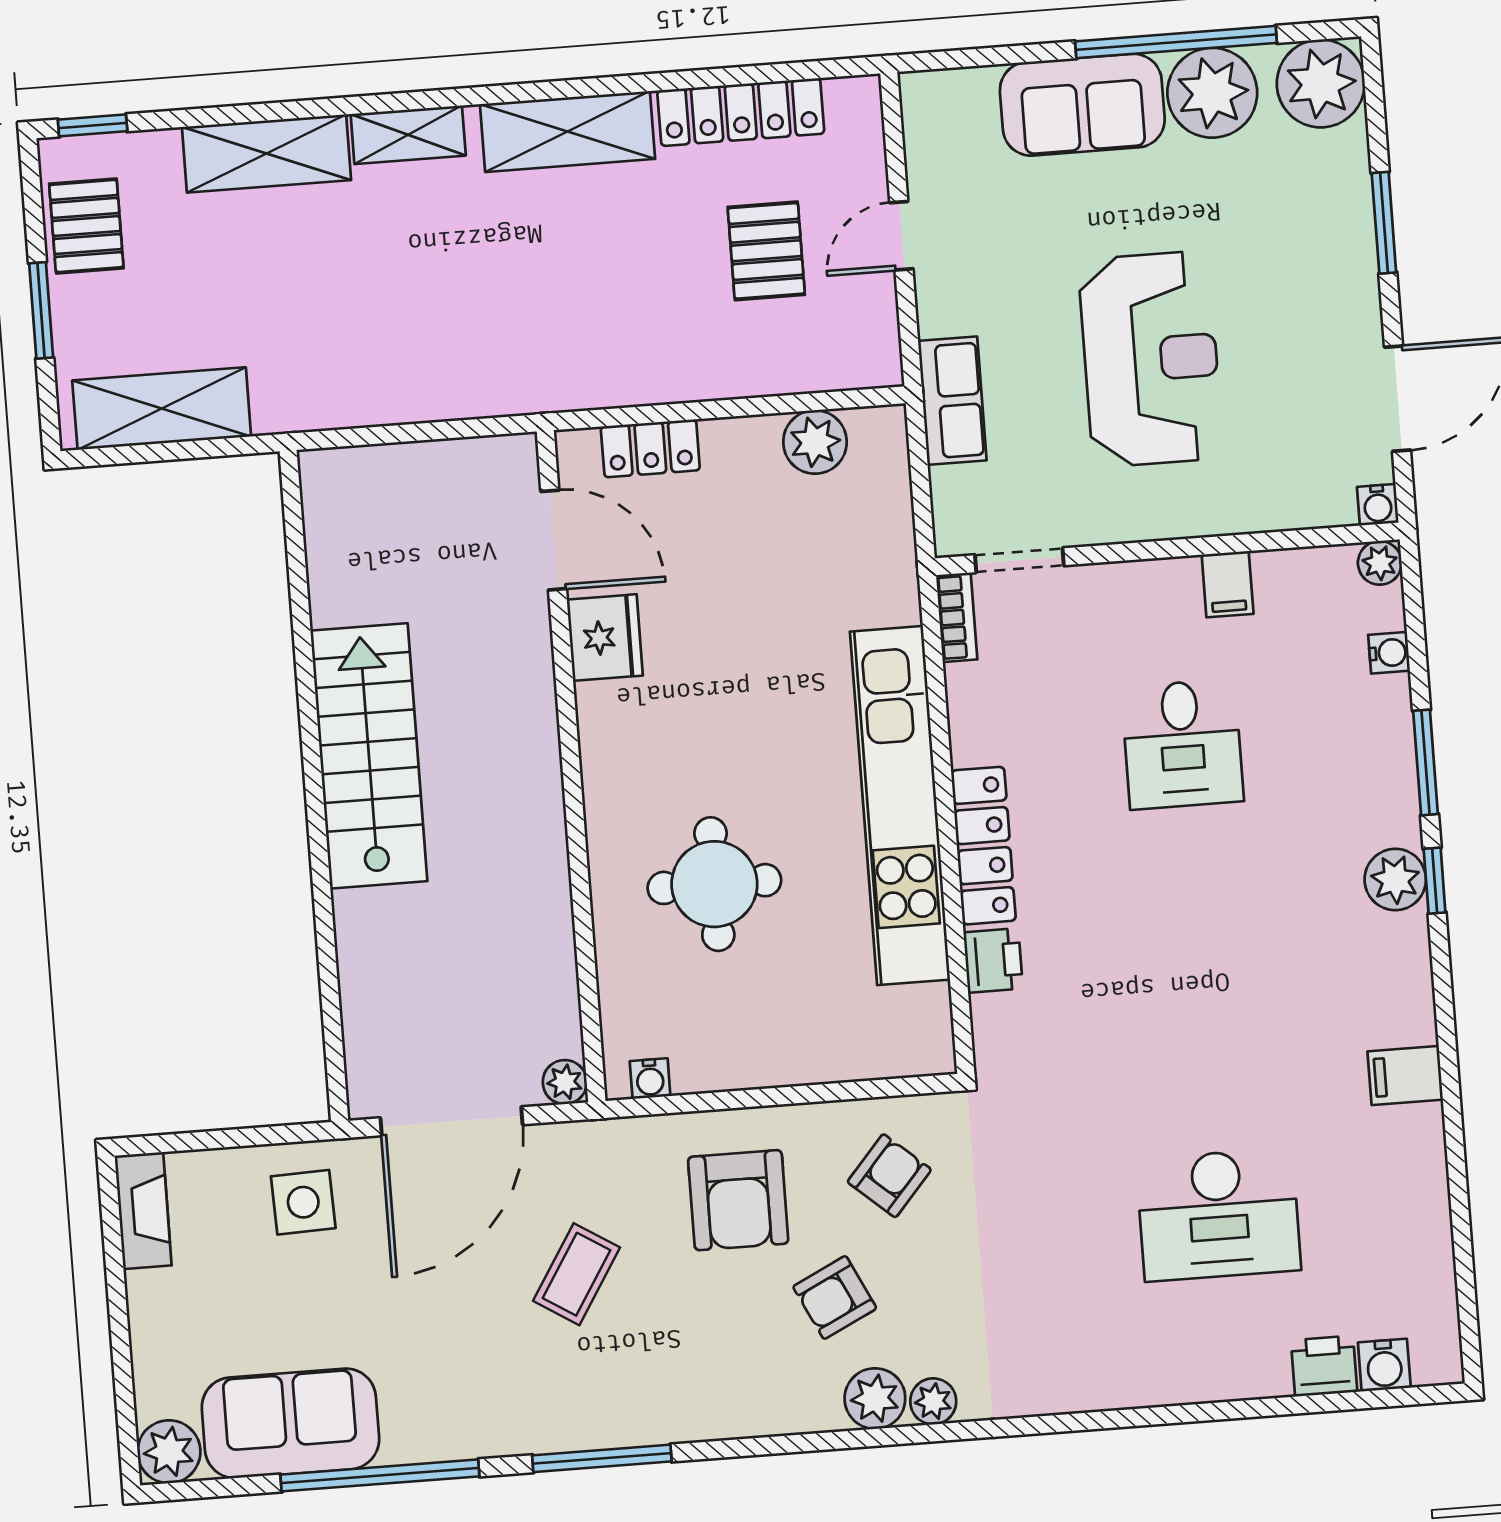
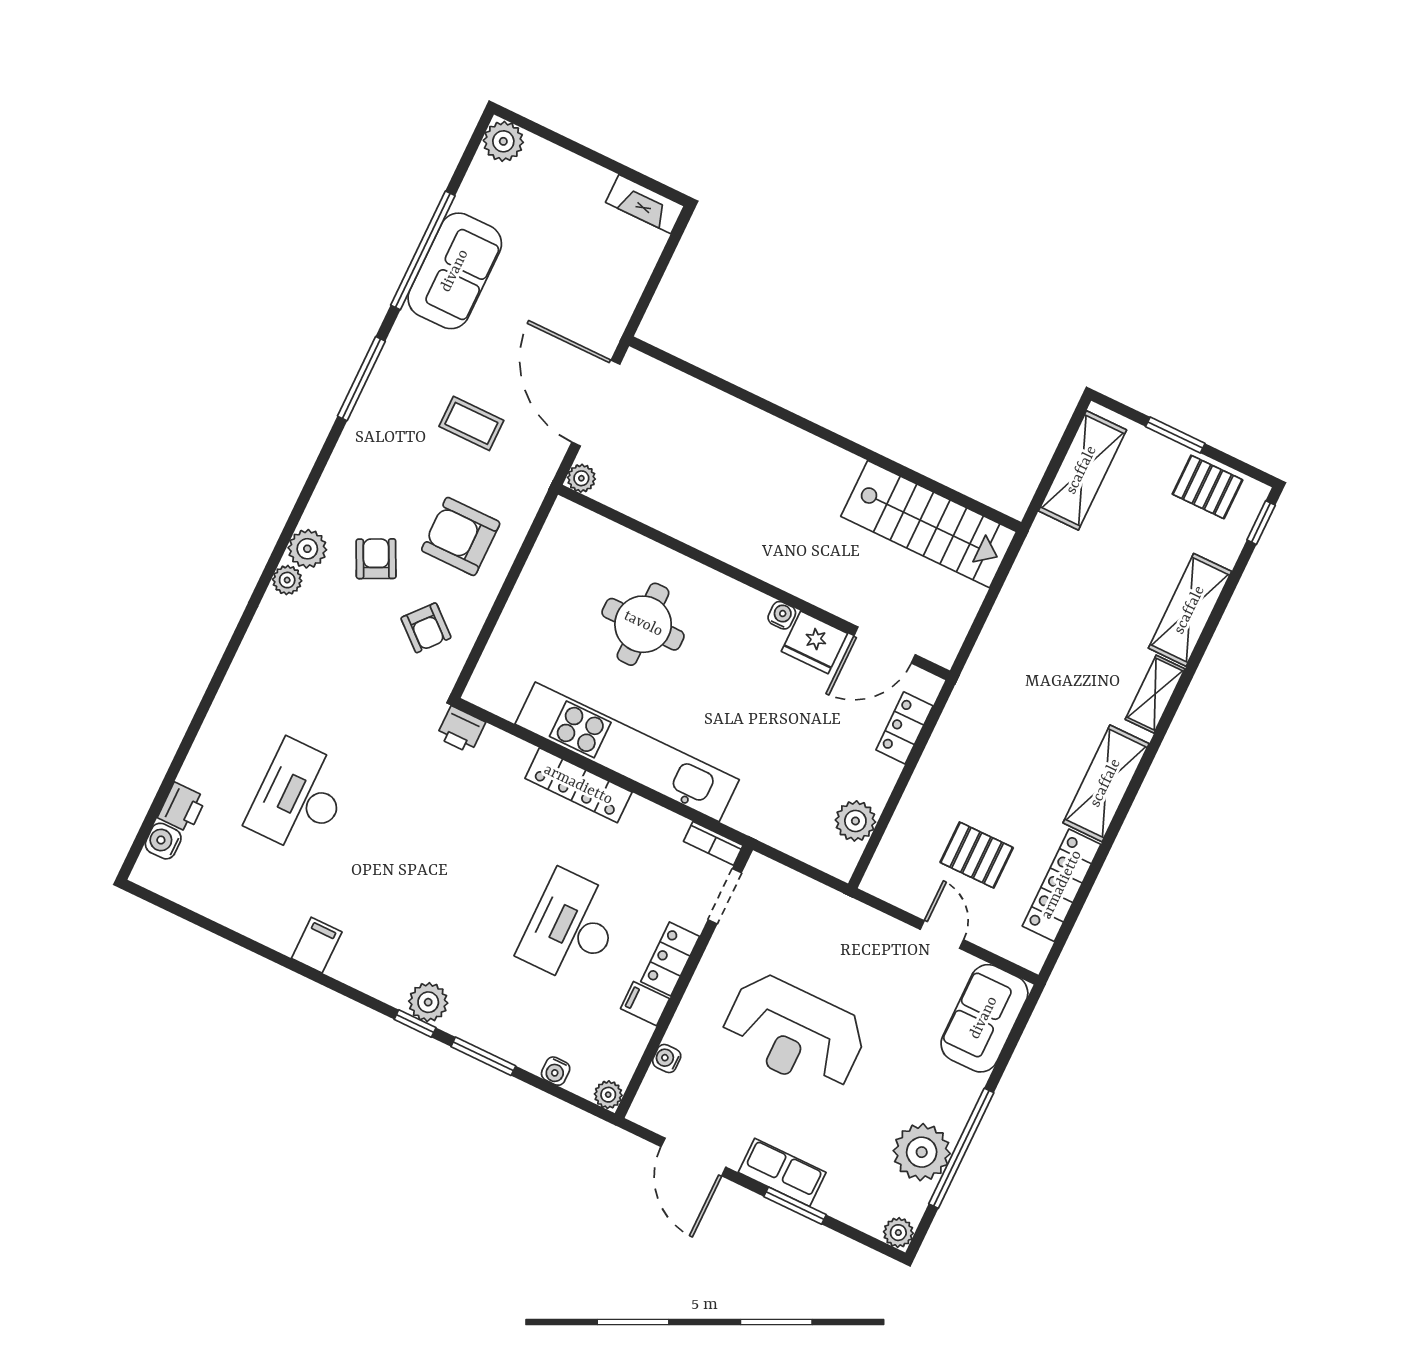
plant: (1321, 83) -> (898, 1233), width x0.53, depth x0.53
sofa: (1082, 105) -> (984, 1018), moved
row of seats: (952, 401) -> (782, 1172), moved, turned 180
water cooler: (1378, 505) -> (667, 1059), moved
locker: (1147, 585) -> (670, 959), added
desk: (1182, 744) -> (571, 928), width x1.37
stairs: (369, 756) -> (929, 524), moved
printer: (993, 960) -> (461, 730), moved
water cooler: (650, 1079) -> (782, 615), moved, turned 90
side table: (303, 1202) -> (598, 295), removed
coffee table: (577, 1274) -> (471, 423), turned -32
sofa: (290, 1423) -> (455, 271), moved

